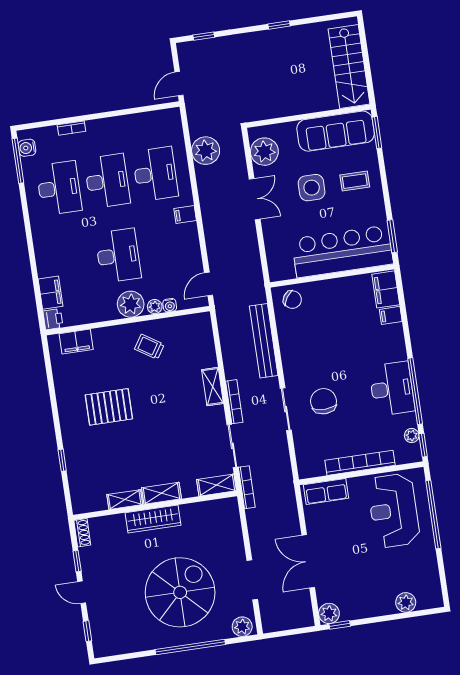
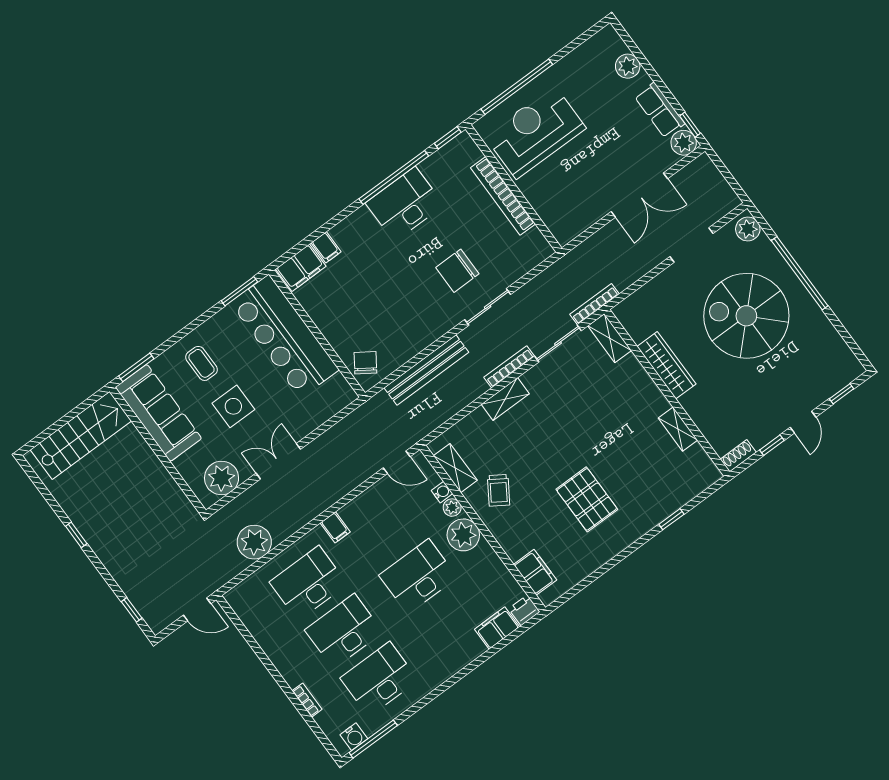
plant: (412, 436) -> (444, 156), removed
row of seats: (326, 492) -> (660, 110), moved, turned 180
shelving: (161, 493) -> (455, 468), moved
reception desk: (394, 511) -> (535, 132), turned 180
wardrobe: (153, 519) -> (666, 365), moved

